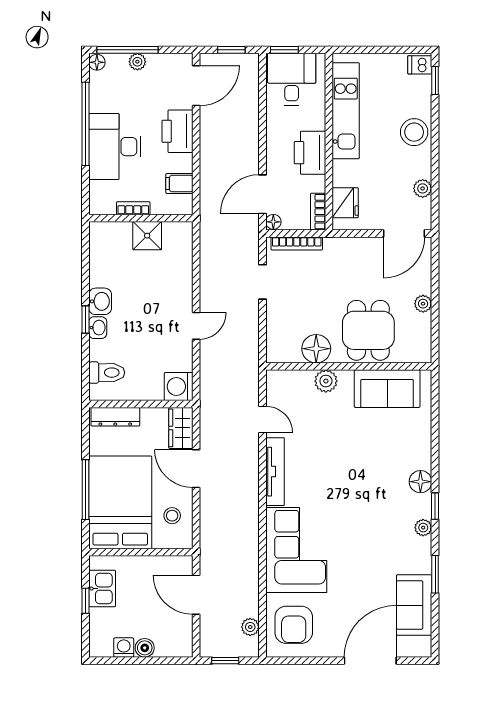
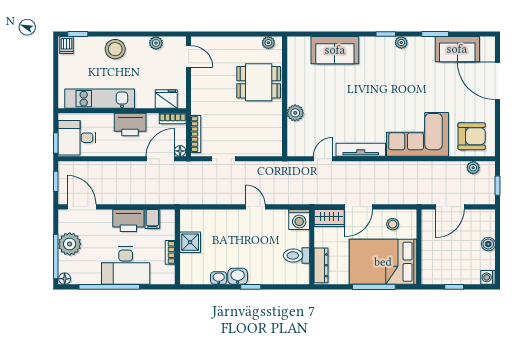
plant: (137, 62) -> (70, 244), width x1.88, depth x1.88
printer: (177, 131) -> (128, 220), moved
door: (262, 194) -> (160, 159), swing flipped
door: (404, 234) -> (189, 56), width x0.73
plant: (423, 304) -> (268, 43), moved
washbasin: (98, 328) -> (219, 278), moved
floor lamp: (316, 349) -> (272, 120), removed
toilet: (107, 373) -> (296, 255), moved, turned -90
sofa: (387, 389) -> (335, 50), moved, turned 90
floor lamp: (420, 482) -> (368, 45), removed
kitchen sink: (102, 589) -> (445, 275), removed
washing machine: (124, 648) -> (488, 277), moved

